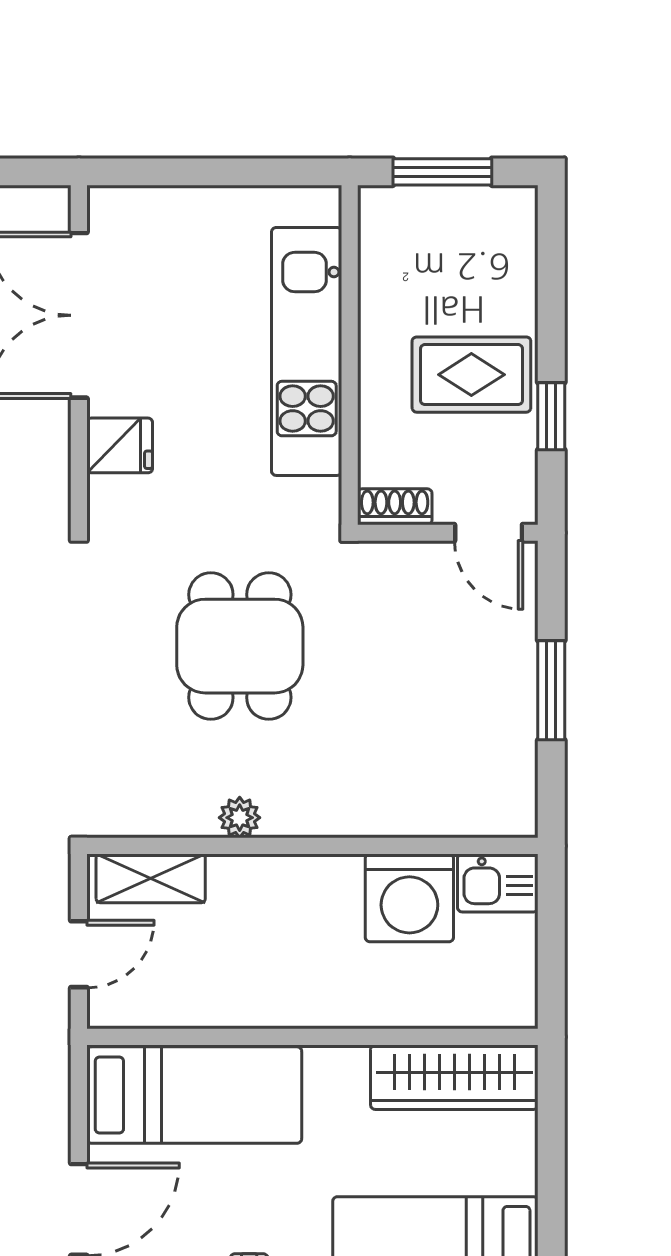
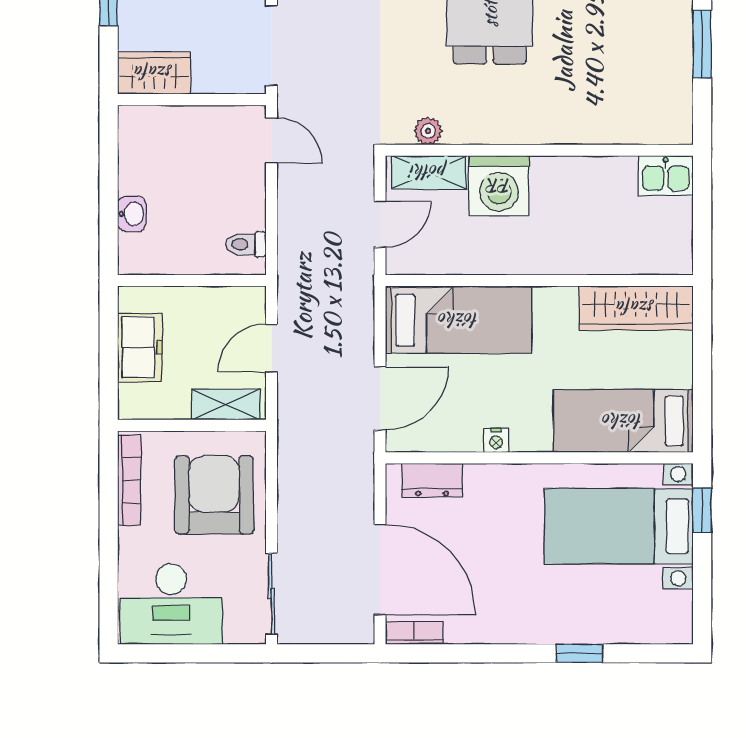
plant: (240, 818) -> (428, 131), moved
washing machine: (409, 898) -> (499, 186), moved

